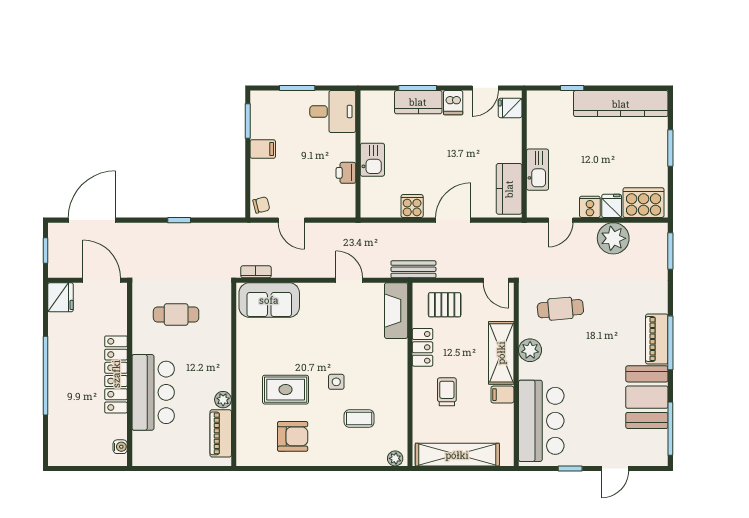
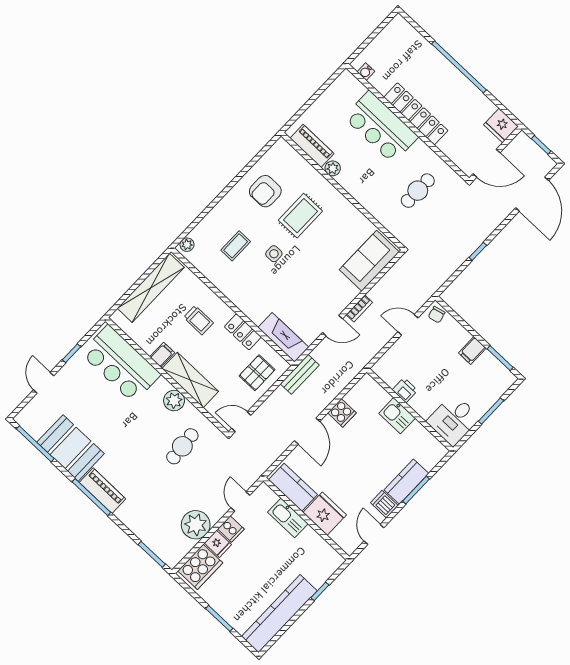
fridge: (510, 108) -> (325, 514), moved, width x1.88, depth x1.34
bookcase: (256, 272) -> (359, 308), moved

